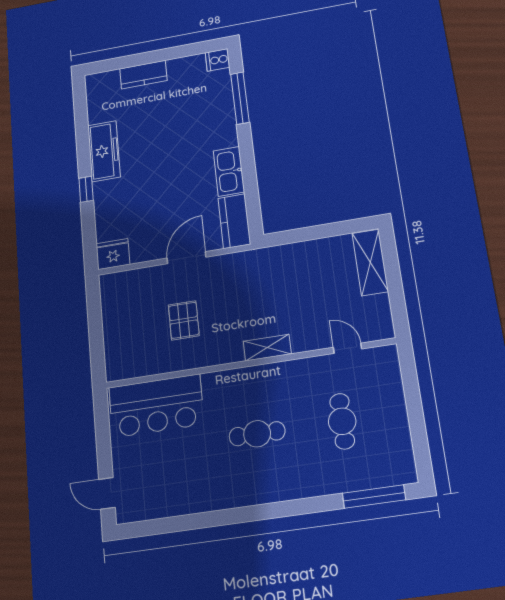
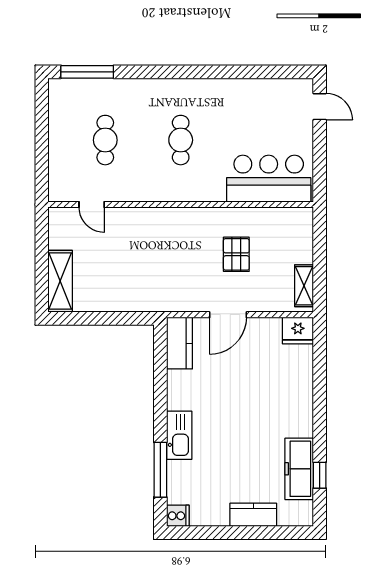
freezer: (104, 151) -> (299, 469), moved
kitchen sink: (229, 171) -> (179, 435), moved
window: (86, 189) -> (320, 475), moved
shelving: (267, 348) -> (304, 286), moved, turned 90
cafe table: (257, 434) -> (181, 140), turned 90

